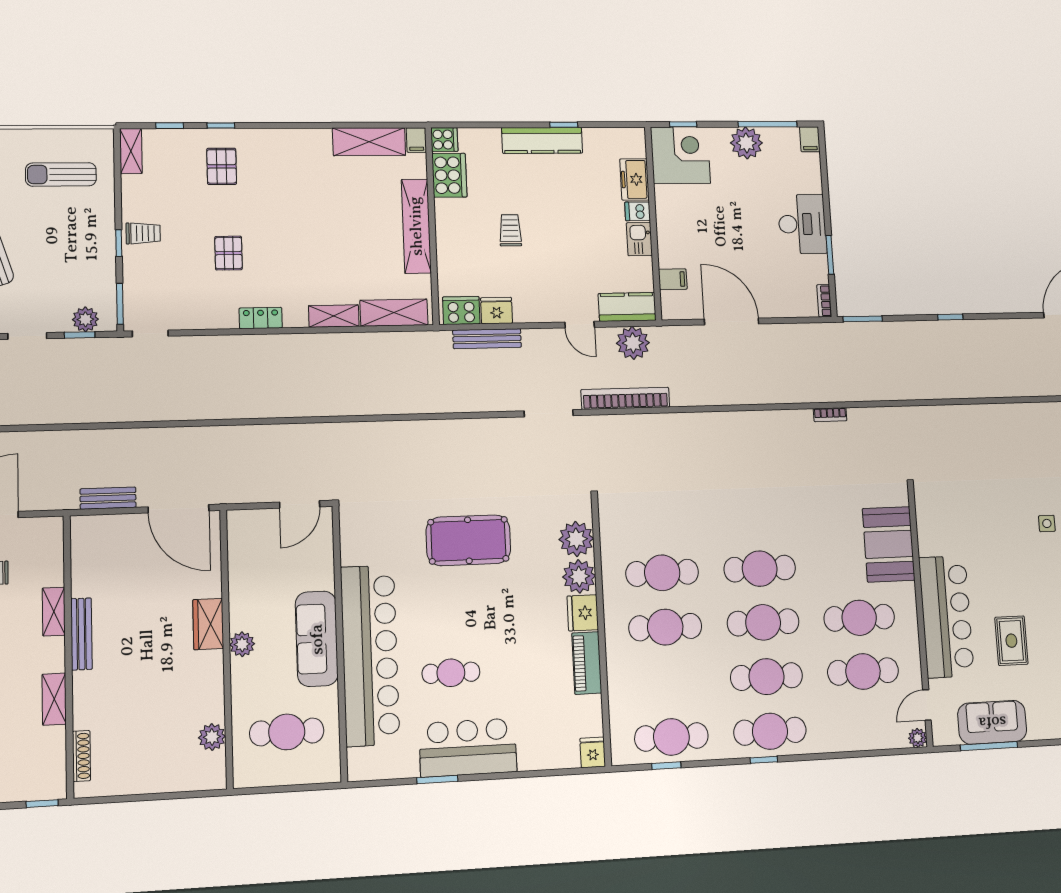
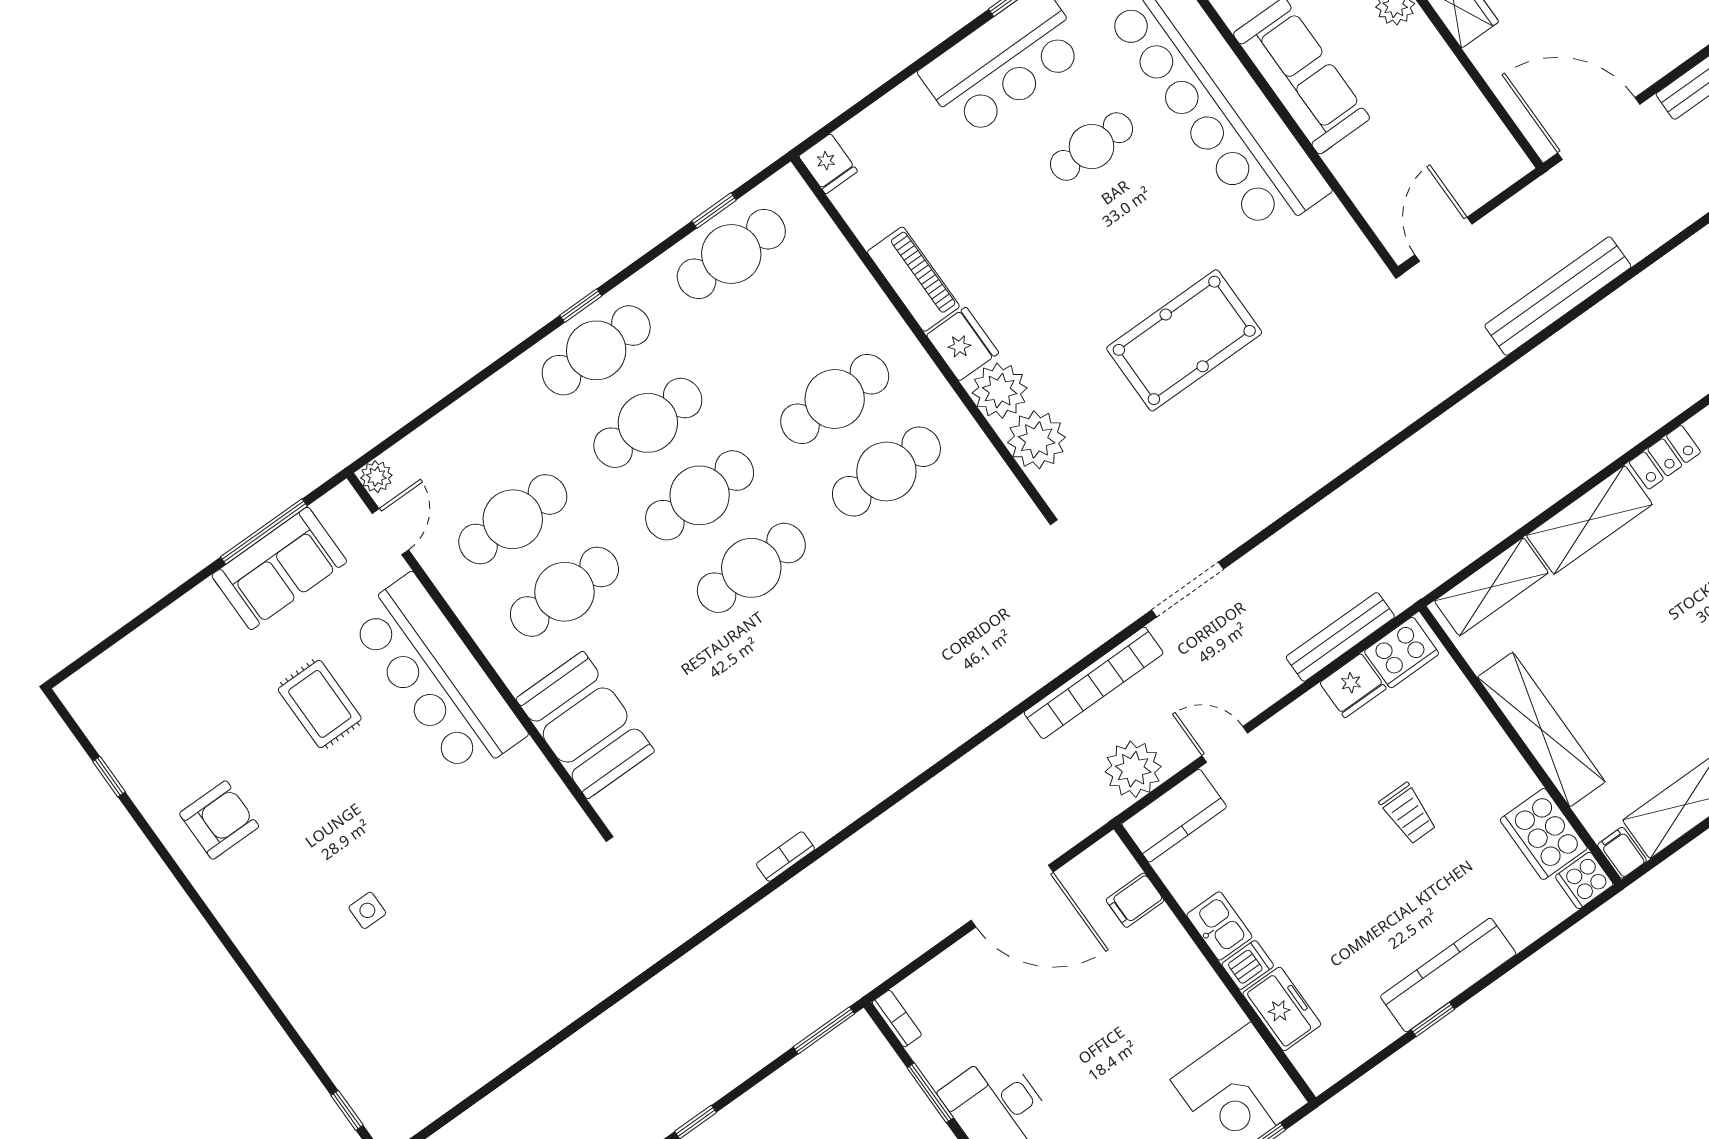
shelving: (334, 316) -> (1589, 520), width x1.50, depth x1.33
bench: (260, 436) -> (1558, 296), added

